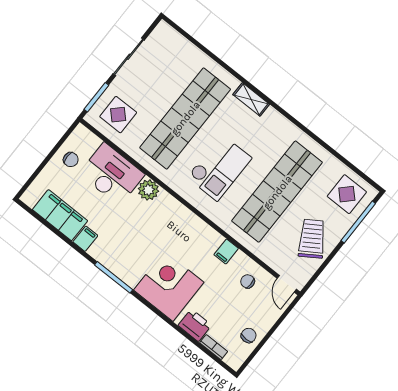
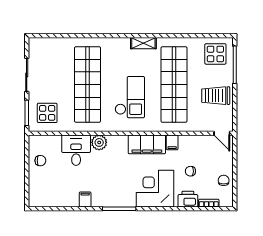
shelving: (251, 99) -> (143, 43), moved
desk: (112, 174) -> (76, 150), width x0.73
filing cabinet: (60, 215) -> (147, 144), moved, turned 180
trolley: (312, 239) -> (216, 96), turned -57
chair: (248, 281) -> (190, 171), moved

